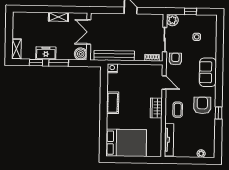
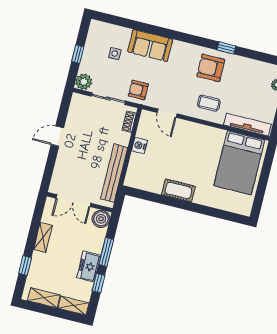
window: (36, 9) -> (25, 265), added
shelving: (17, 27) -> (44, 298), added
nightstand: (112, 68) -> (140, 145), moved
sofa: (208, 72) -> (150, 46), moved
door: (164, 82) -> (167, 113), swing flipped
wardrobe: (156, 108) -> (200, 132), removed
bed: (126, 143) -> (239, 163), moved, turned 180

